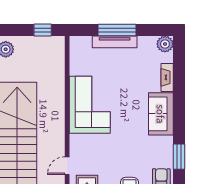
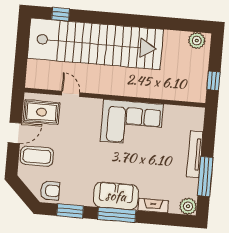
window: (117, 30) -> (205, 176), moved
window: (179, 112) -> (117, 215), added

